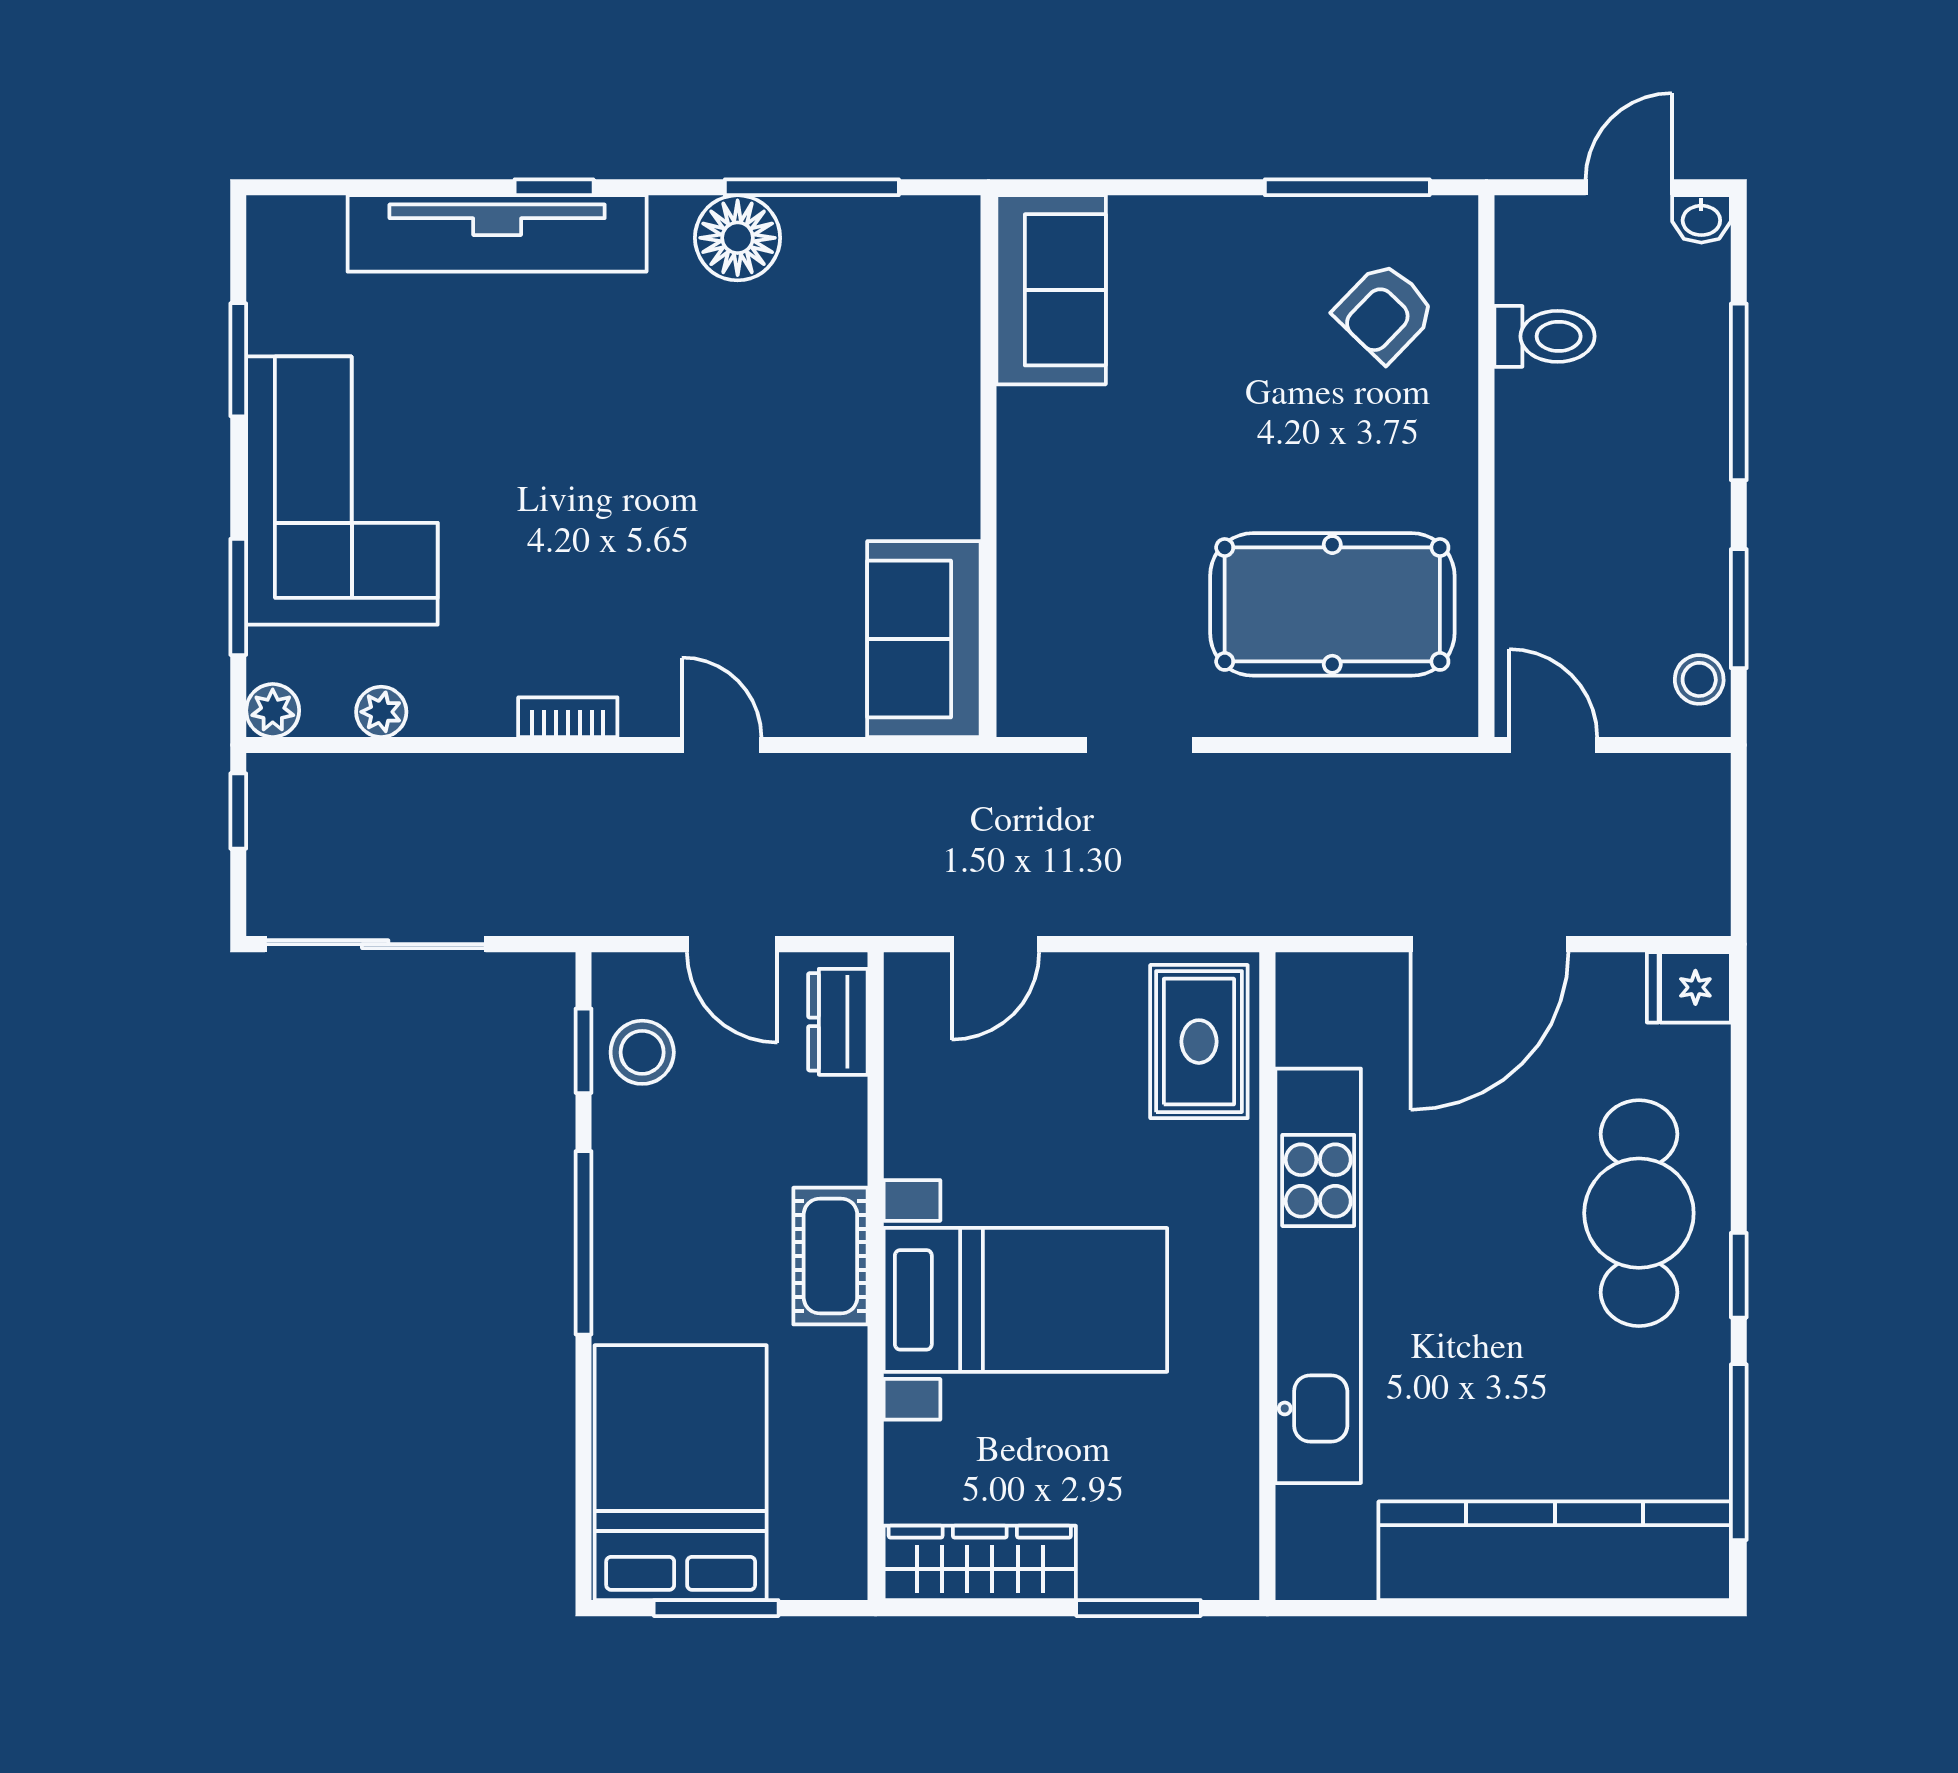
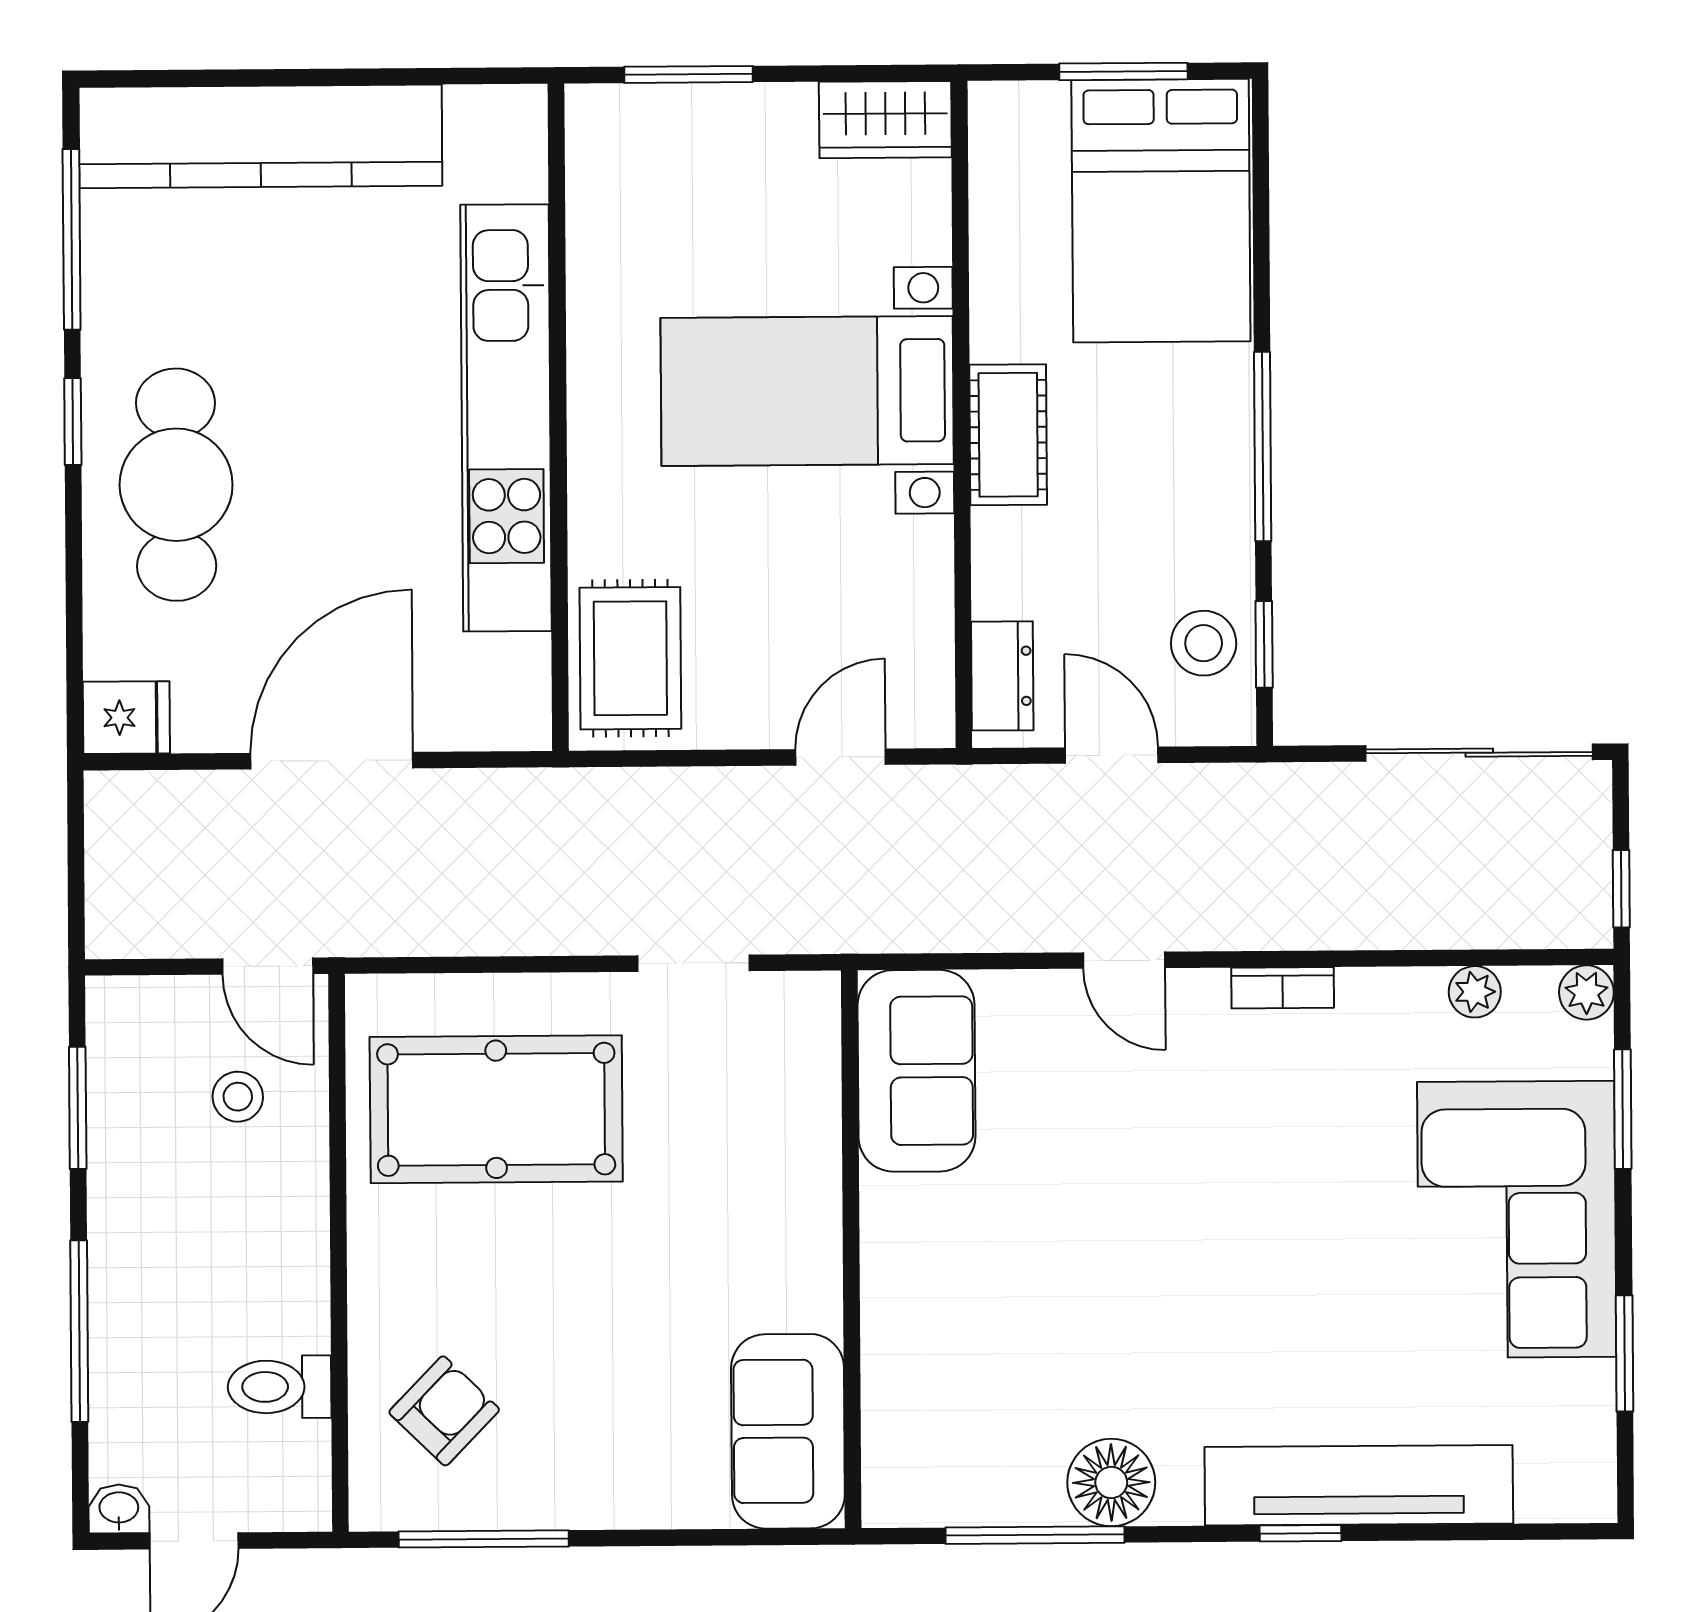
stool: (1699, 679) -> (238, 1097), moved
wardrobe: (980, 1563) -> (885, 120), width x0.67

